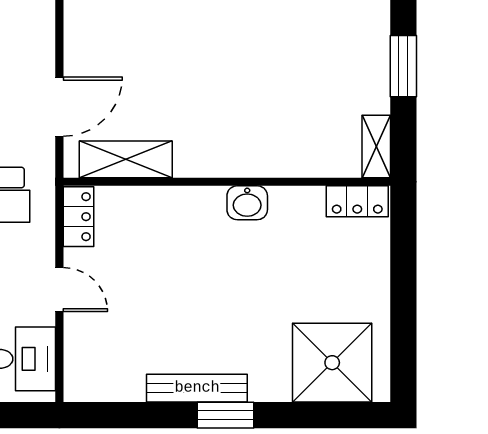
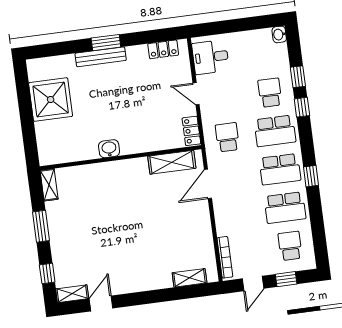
locker: (357, 201) -> (163, 49), moved, turned 180
shower: (332, 363) -> (51, 100), moved
bench: (197, 388) -> (101, 57), moved

